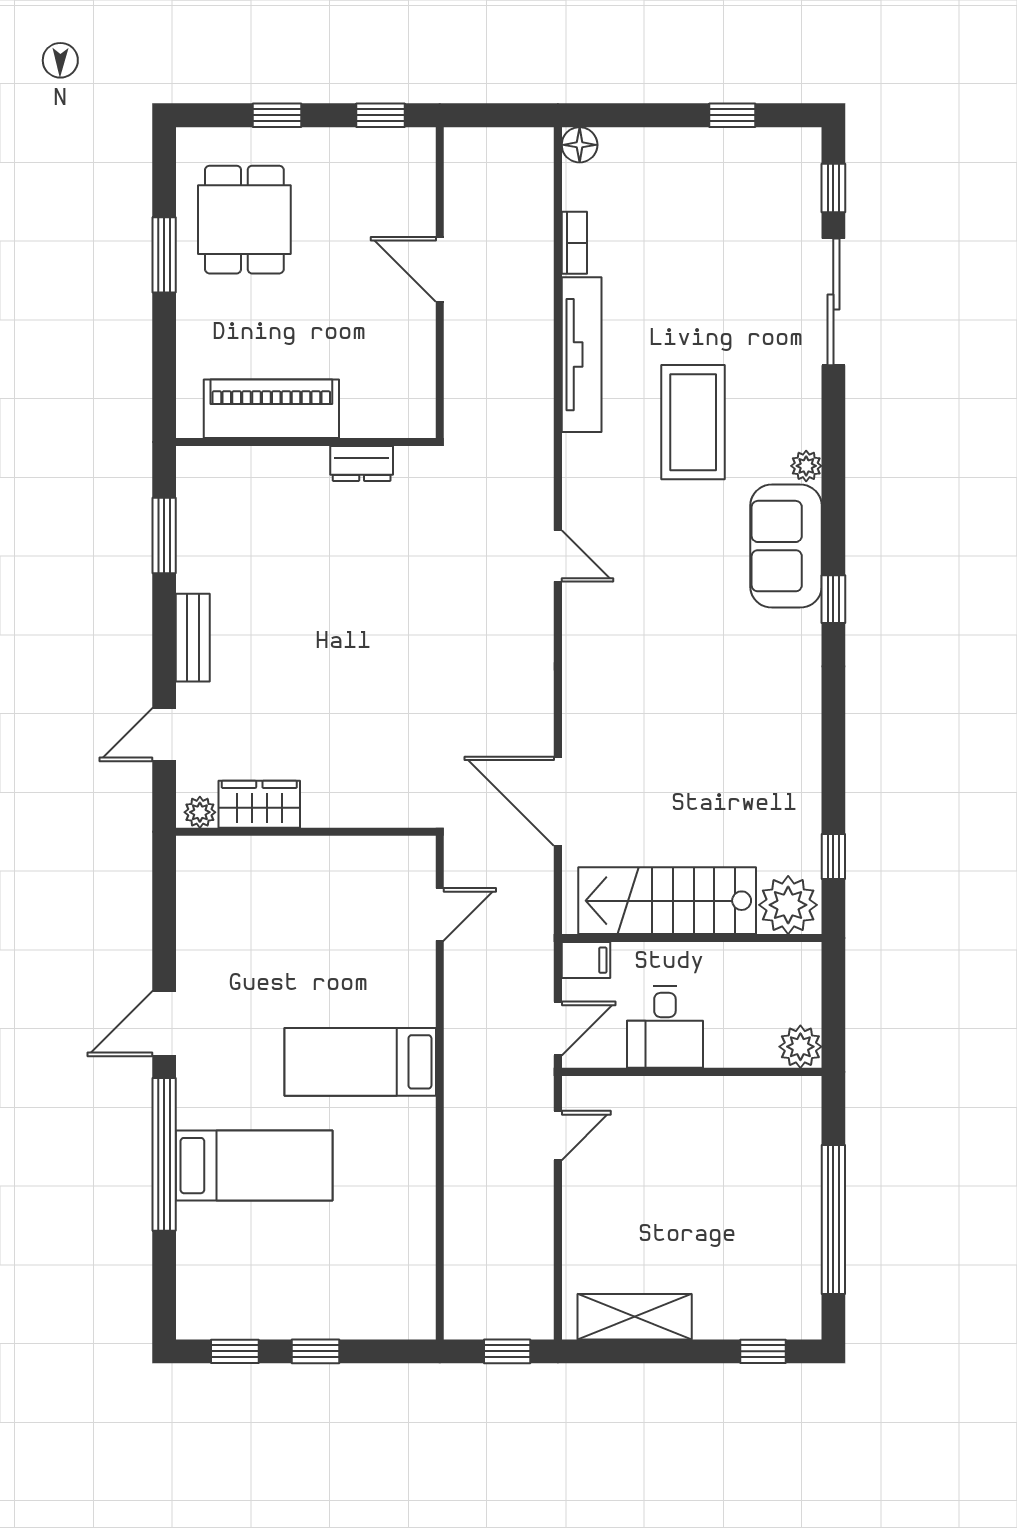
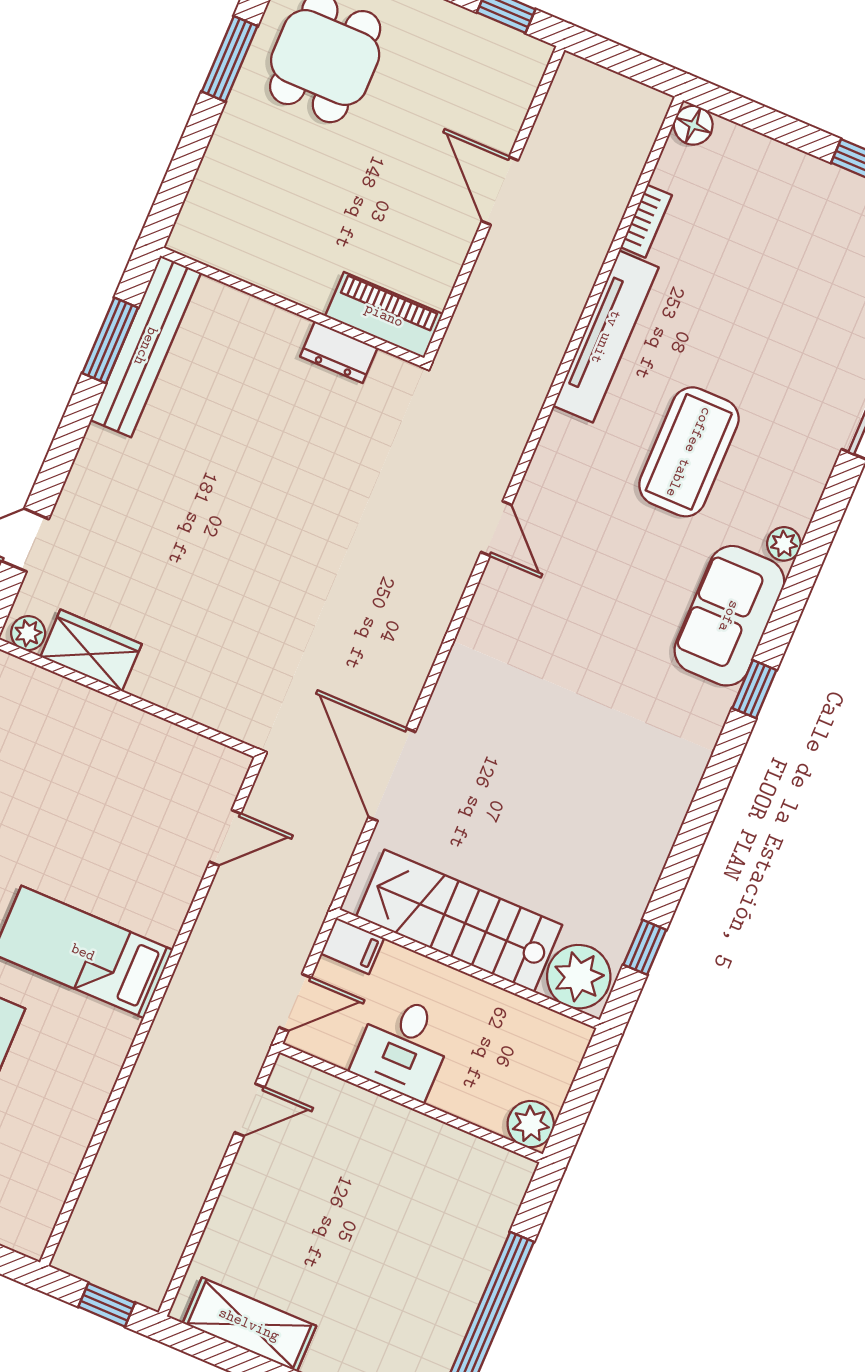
piano: (271, 409) -> (384, 315), moved, width x0.73, depth x0.75
bench: (193, 638) -> (146, 346), moved, width x1.86, depth x1.21

